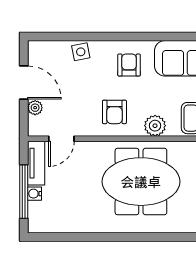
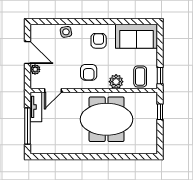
water cooler: (35, 194) -> (35, 127), removed

